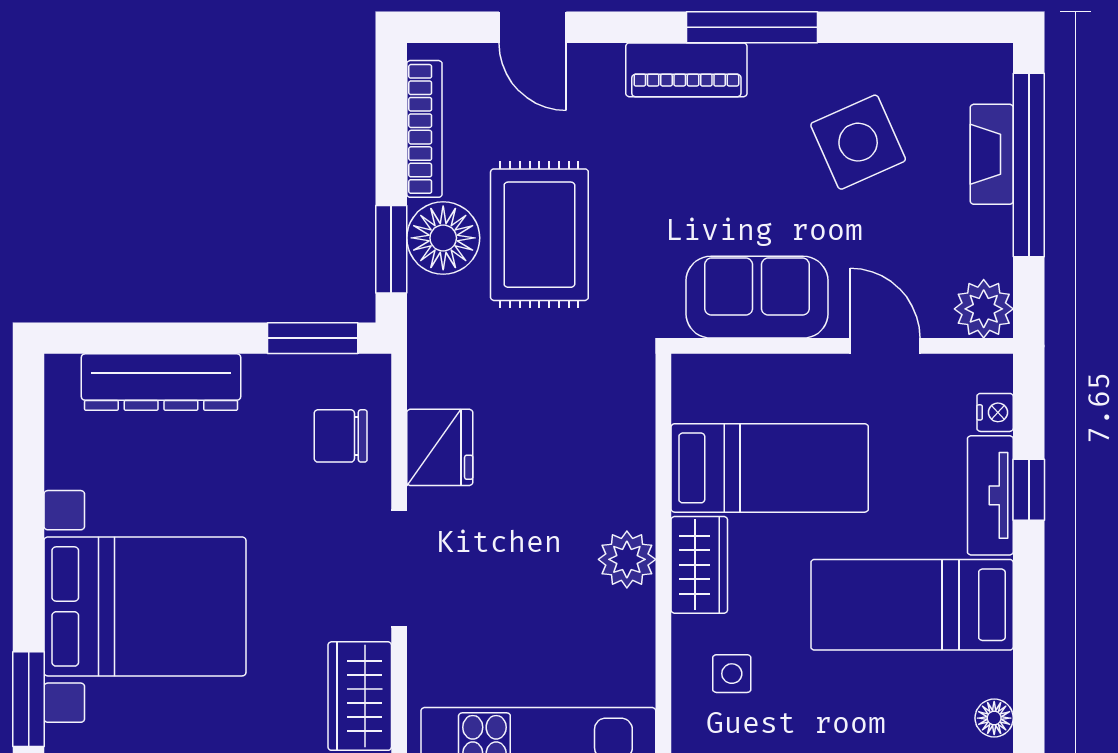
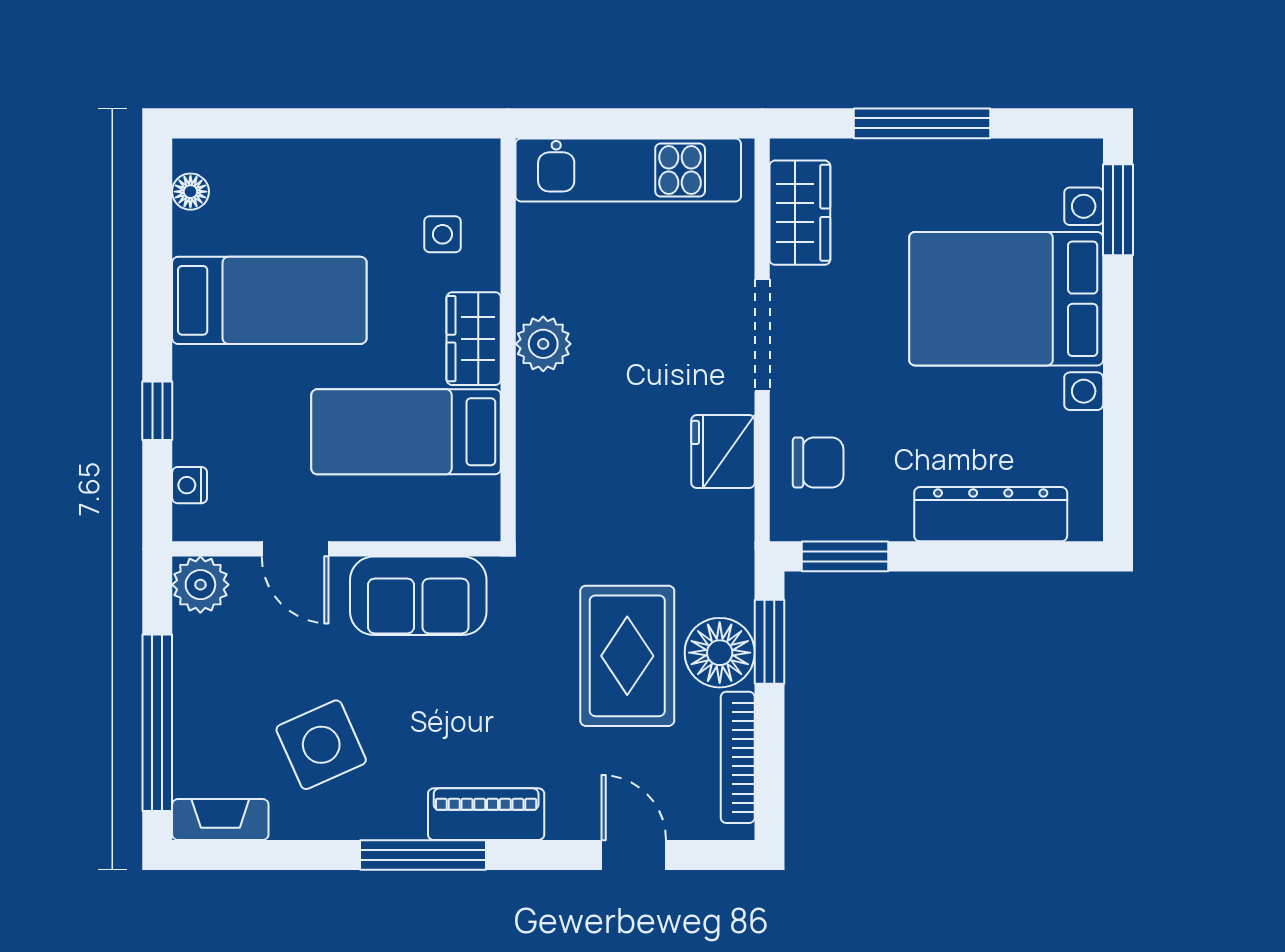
fireplace: (992, 154) -> (220, 820), moved, turned -90
tv unit: (990, 495) -> (194, 405), removed

